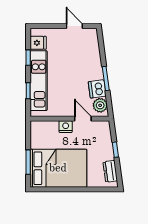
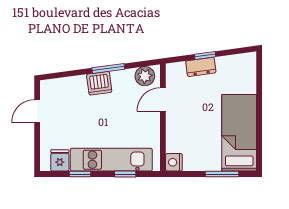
dishwasher: (97, 89) -> (99, 83), moved
nightstand: (66, 127) -> (174, 162), moved
bed: (58, 168) -> (239, 133), width x0.67
dresser: (110, 171) -> (201, 67), moved

